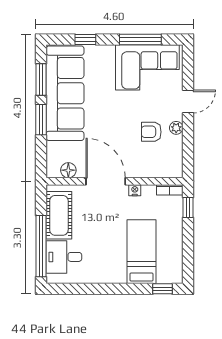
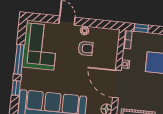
window: (140, 40) -> (19, 59), moved
armchair: (151, 132) -> (86, 48), turned -90
door: (106, 181) -> (117, 84), hinge flipped

